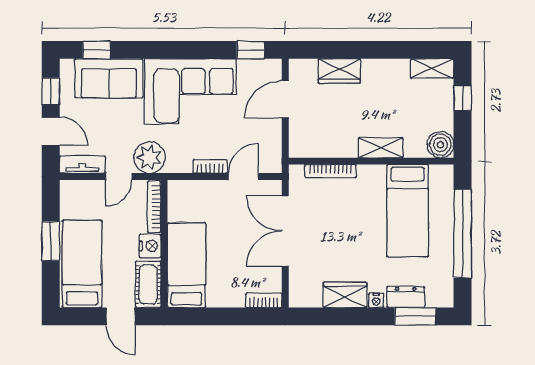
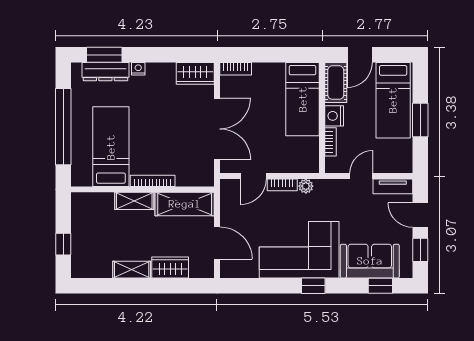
window: (251, 50) -> (313, 286), moved
shelving: (432, 68) -> (132, 270), moved
door: (285, 99) -> (217, 243), hinge flipped
shelving: (323, 144) -> (185, 204), added
boiler: (441, 145) -> (82, 204), removed
plant: (149, 158) -> (306, 186), moved, width x0.53, depth x0.53
bookcase: (330, 171) -> (153, 181), moved
bookcase: (154, 207) -> (330, 142), width x0.64
wardrobe: (345, 295) -> (195, 73), moved
dresser: (406, 297) -> (105, 72), width x1.44
door: (121, 316) -> (360, 55), swing flipped

